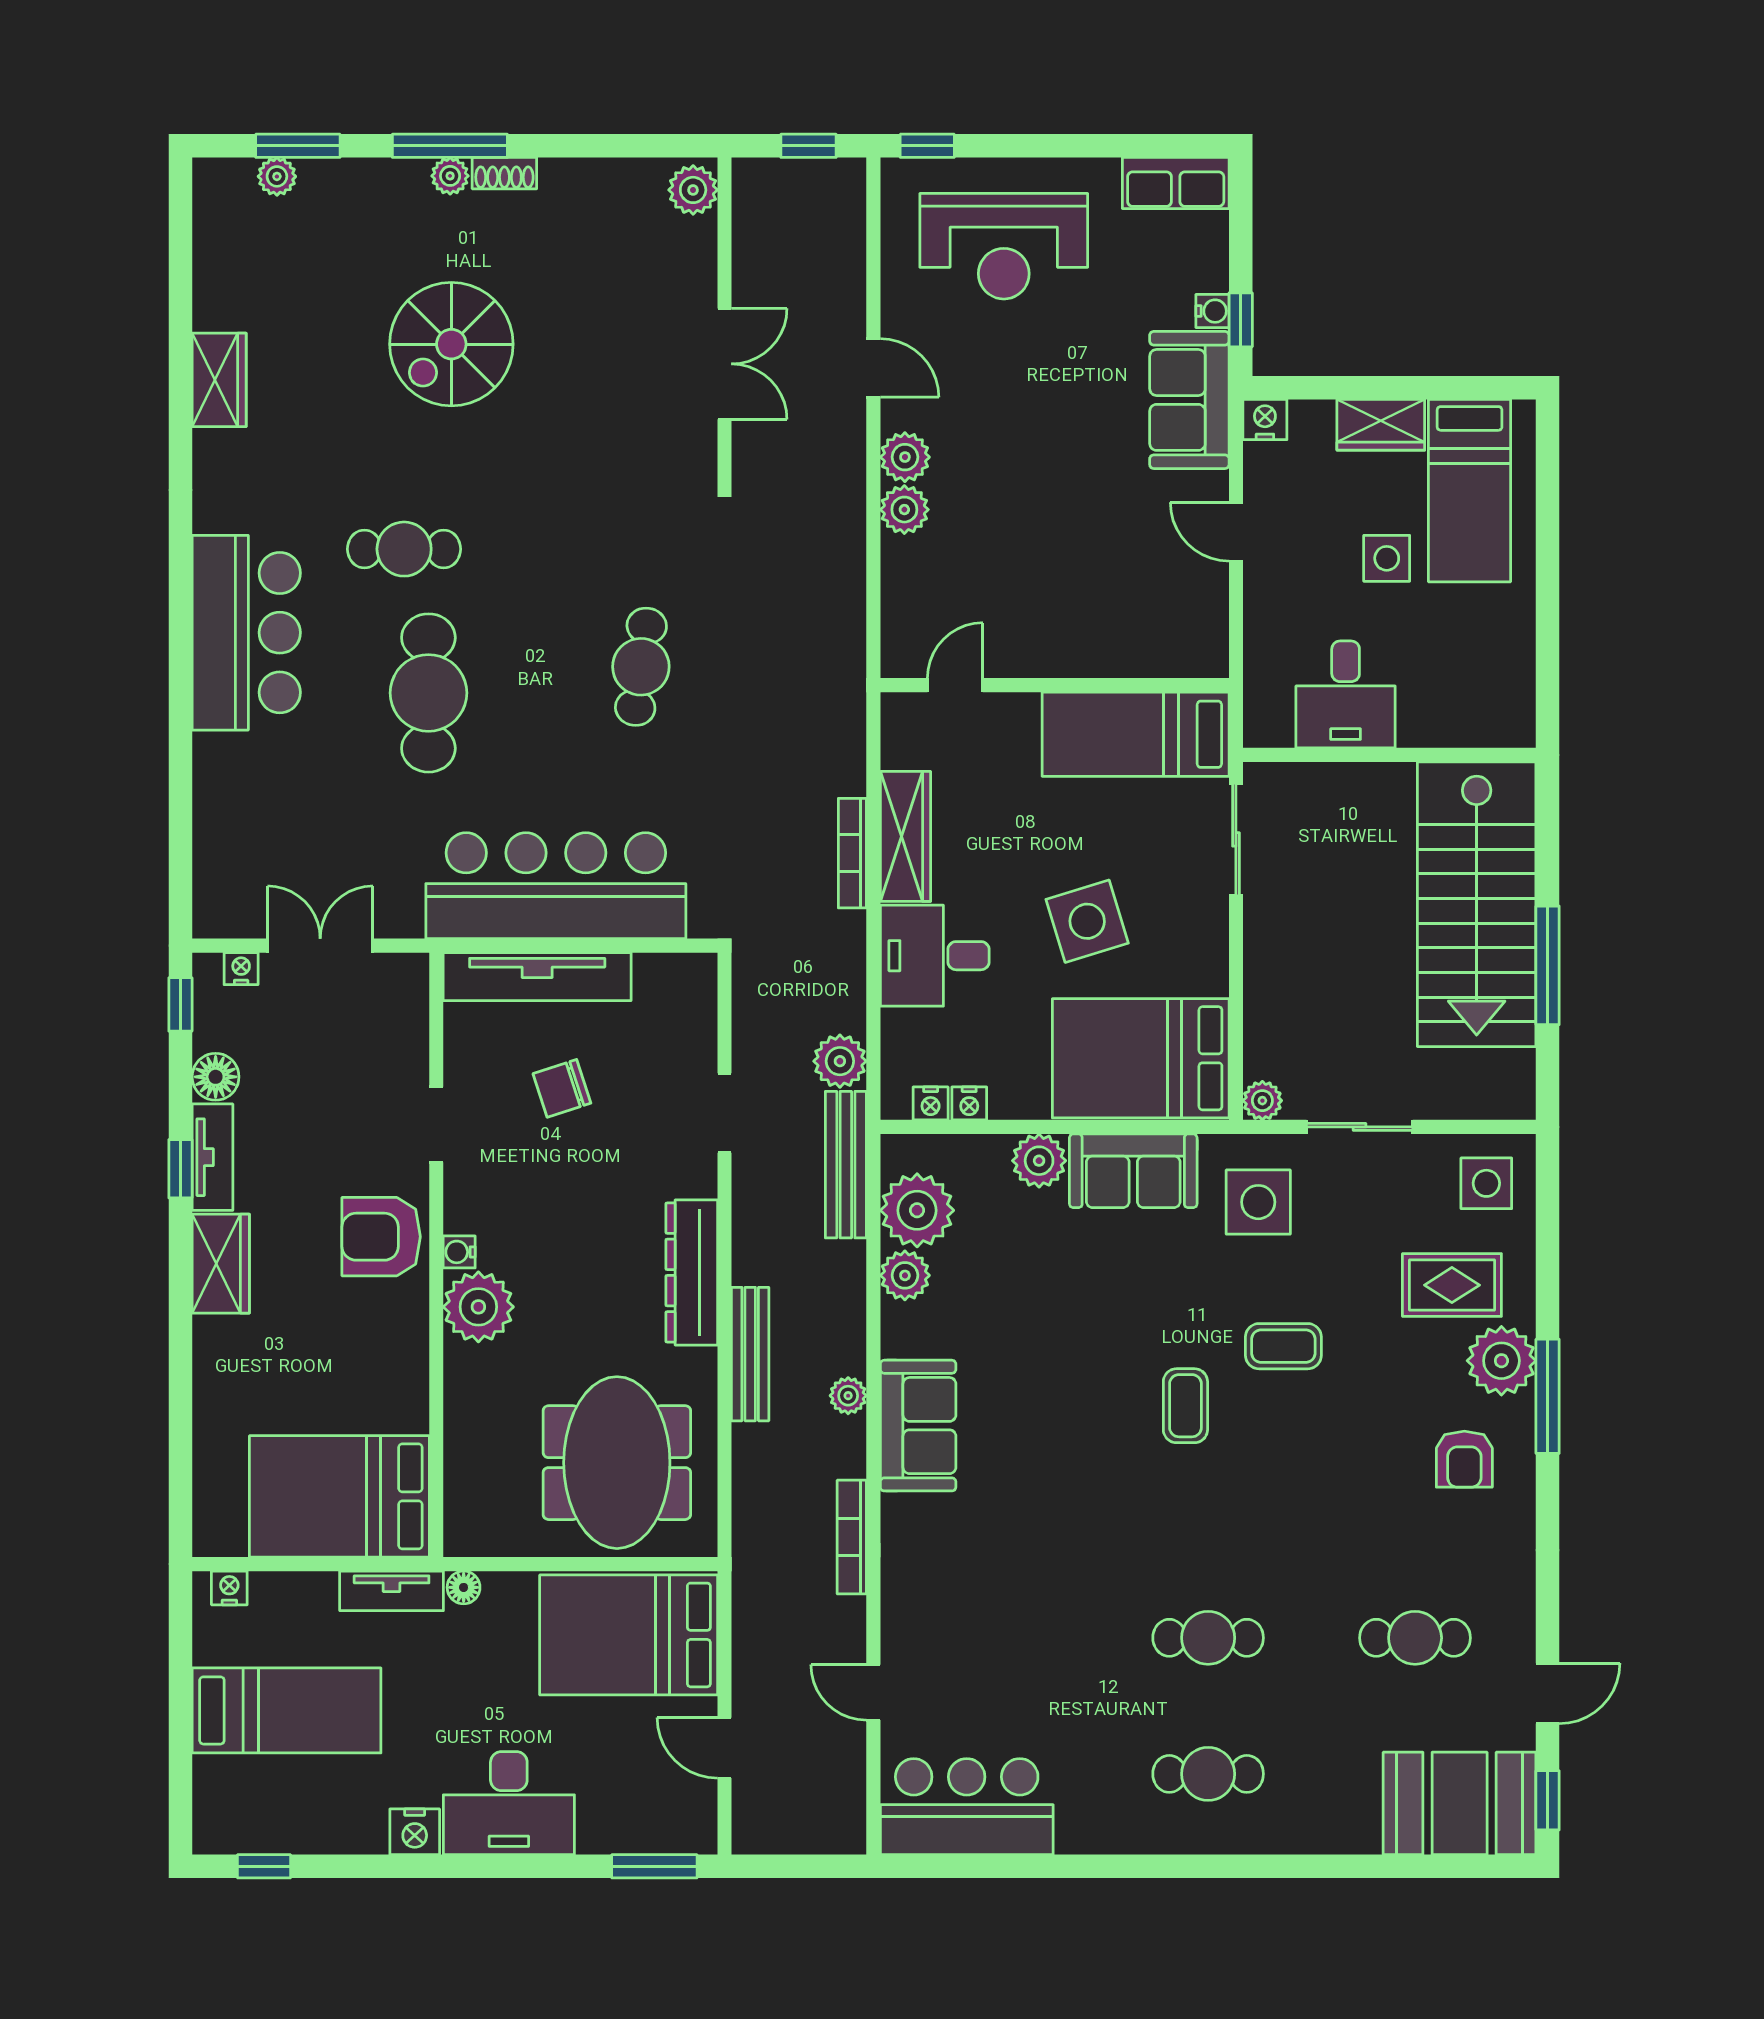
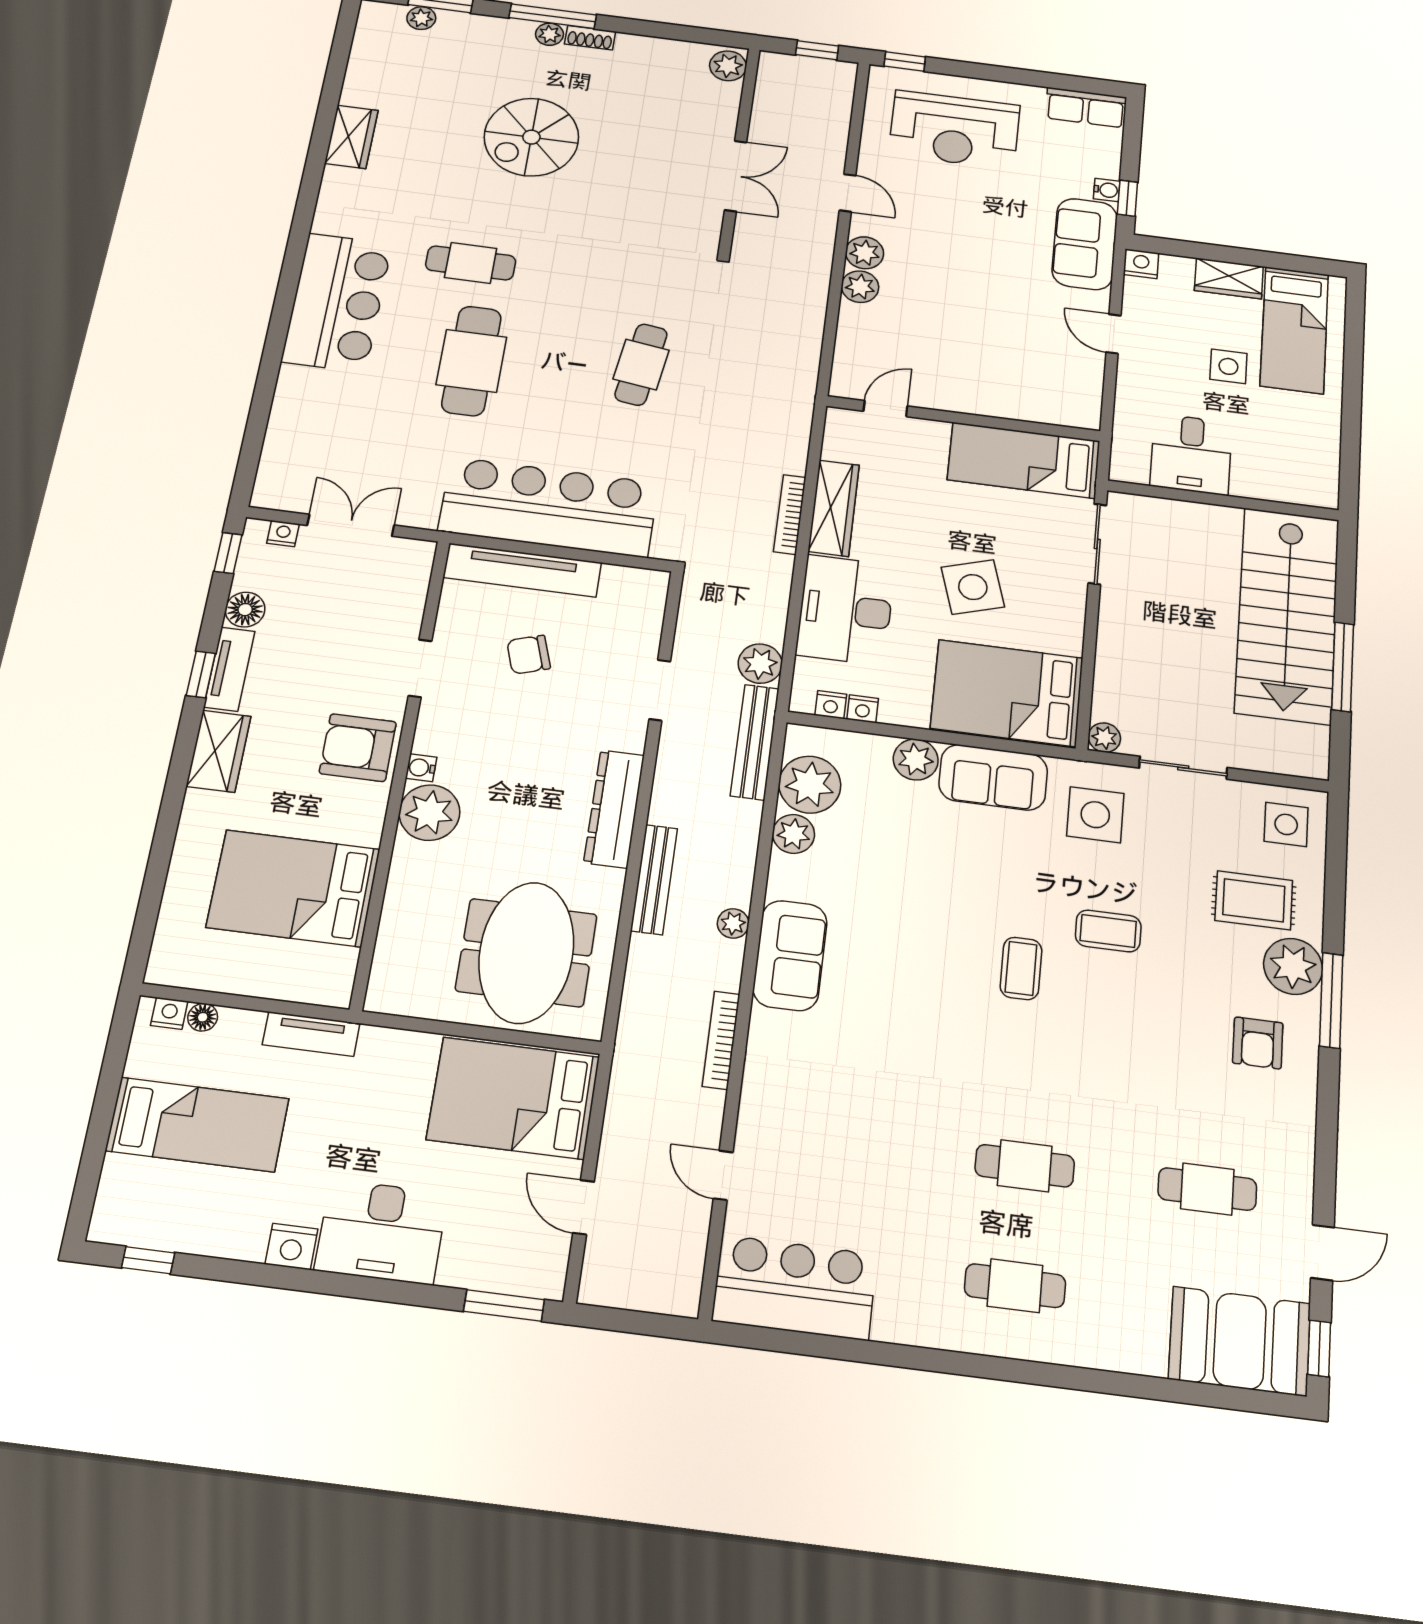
desk: (935, 956) -> (845, 610), width x1.37
bed: (339, 1496) -> (293, 888), moved
floor lamp: (464, 1587) -> (203, 1017), moved

